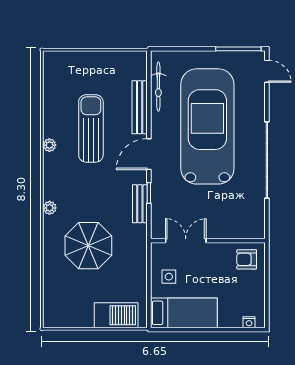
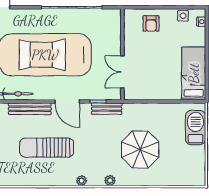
plant: (49, 145) -> (82, 181), moved
double door: (186, 241) -> (122, 72), moved
wall: (208, 241) -> (122, 54), moved
side table: (169, 277) -> (183, 16), moved

